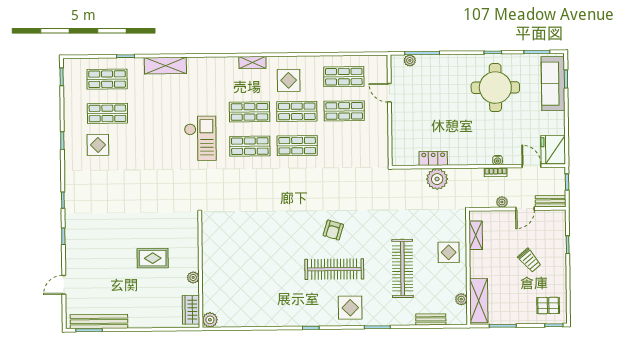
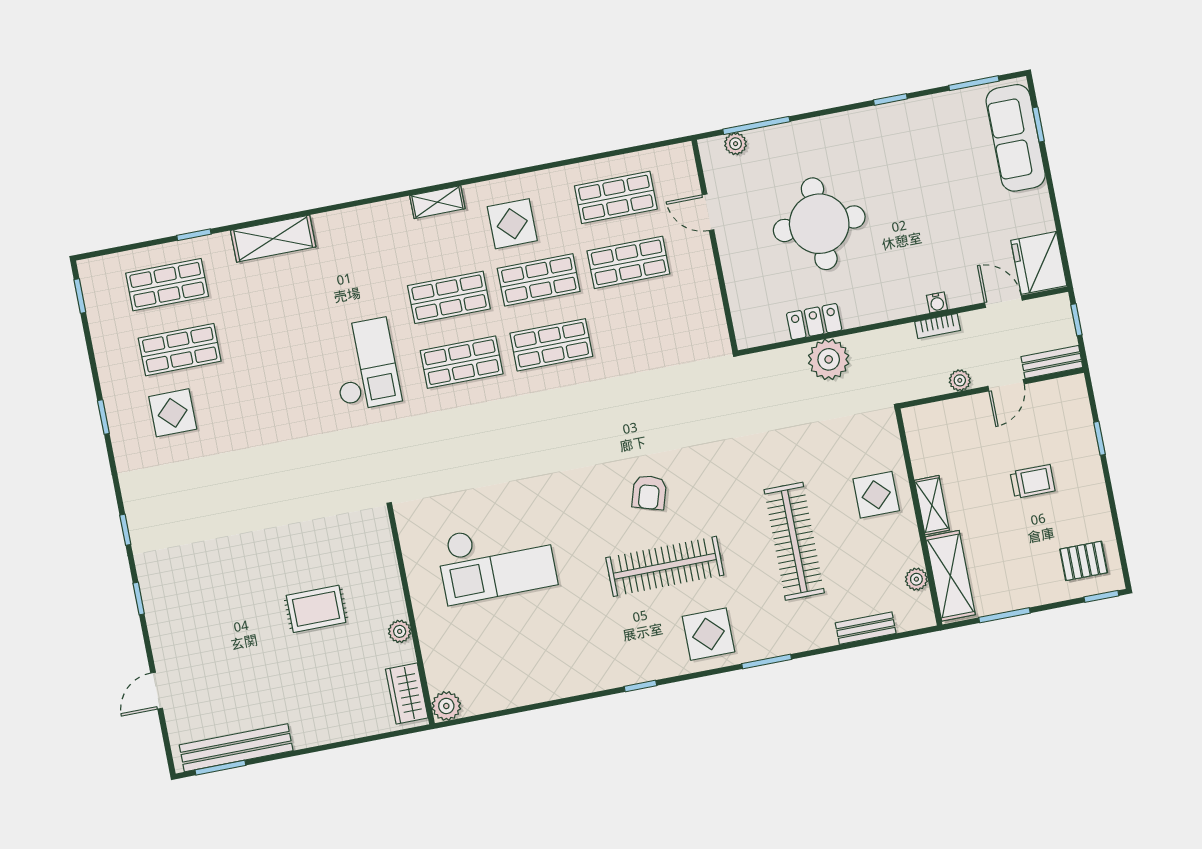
round table: (495, 88) -> (819, 224), moved
shelving: (476, 235) -> (932, 505), moved
checkout: (249, 251) -> (496, 561), added
trolley: (530, 260) -> (1033, 481), turned -50

